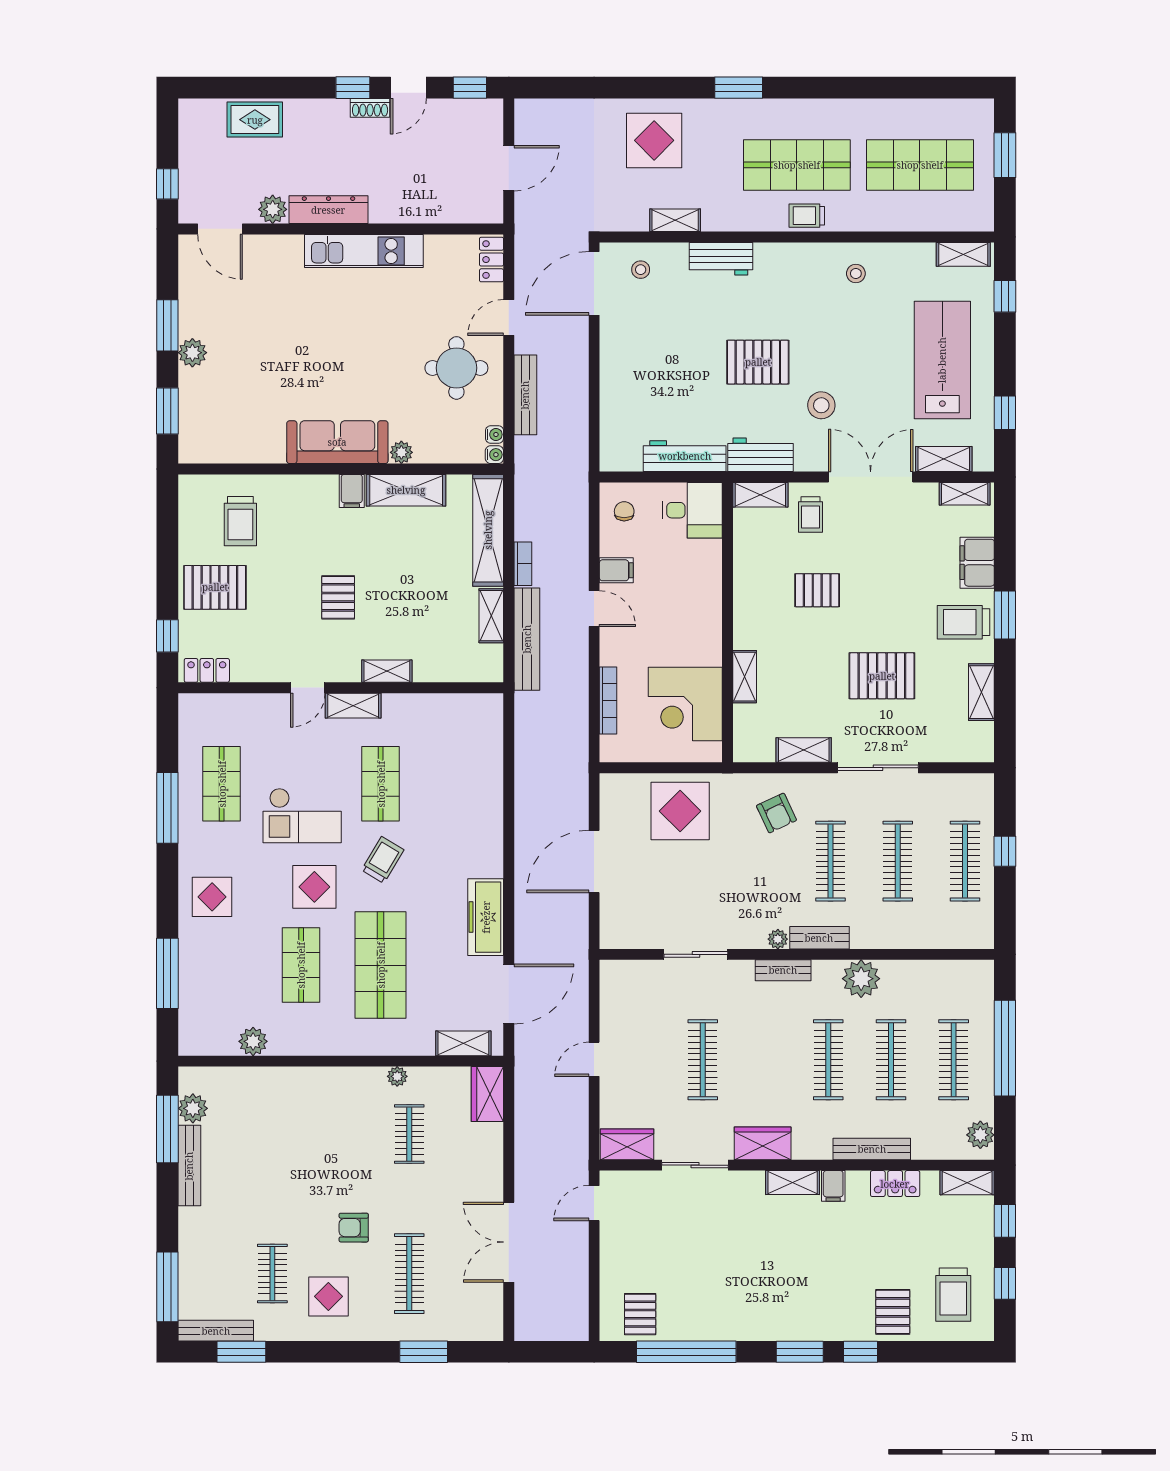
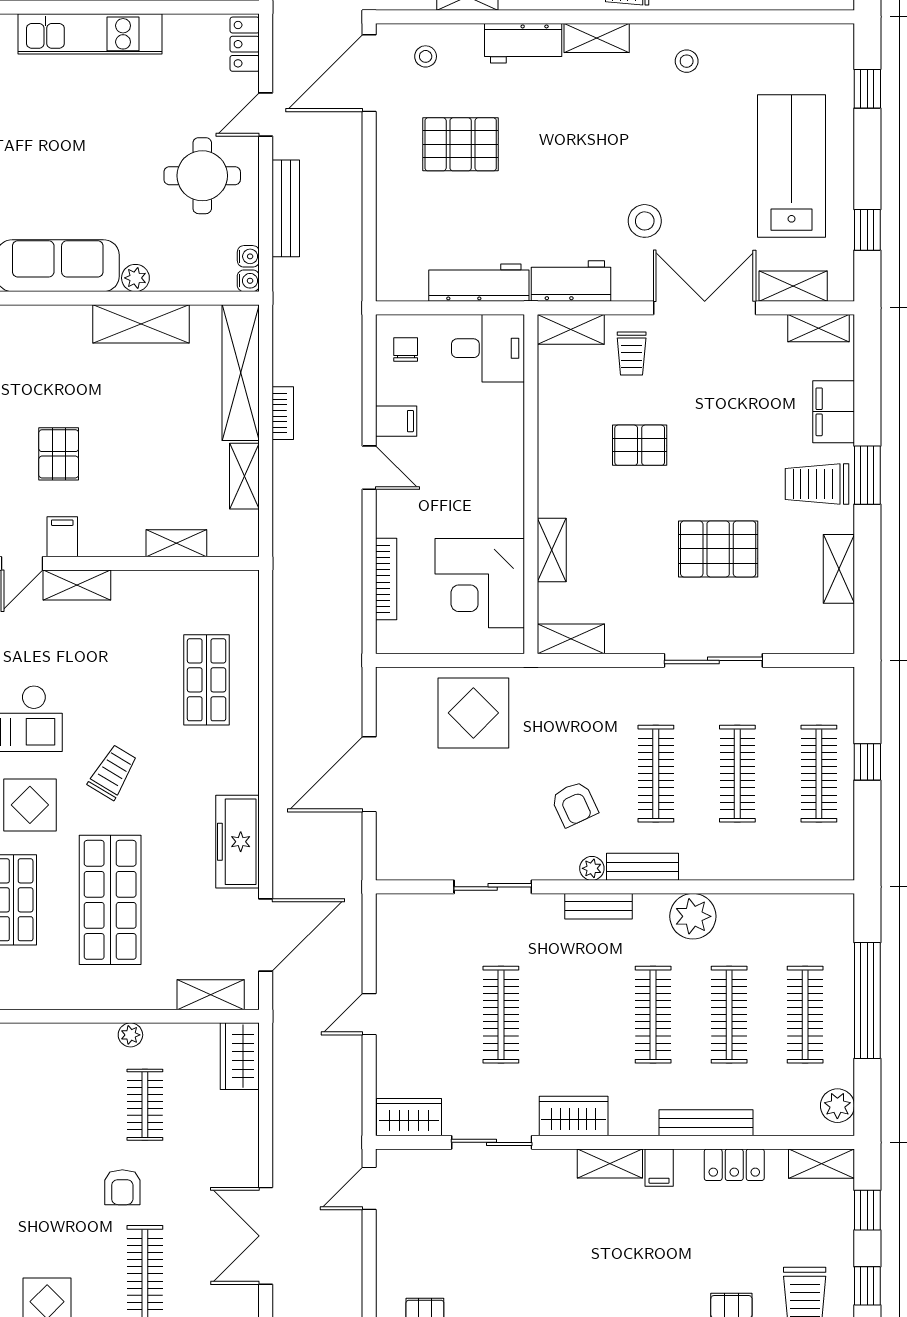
shelving: (963, 254) -> (597, 38), moved
pallet: (758, 362) -> (461, 144), moved
filing cabinet: (352, 491) -> (62, 537), moved, turned 180
bench: (527, 639) -> (288, 504), removed
shelving: (387, 671) -> (176, 543), moved
shelving: (804, 750) -> (571, 639), moved
shop shelf: (381, 784) -> (207, 680), moved
armchair: (776, 813) -> (574, 804), moved
armchair: (354, 1228) -> (122, 1187), moved, turned -90

